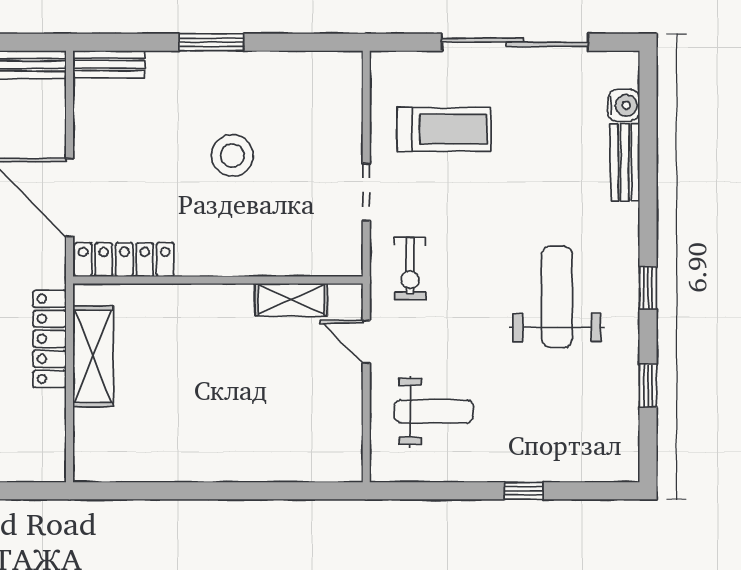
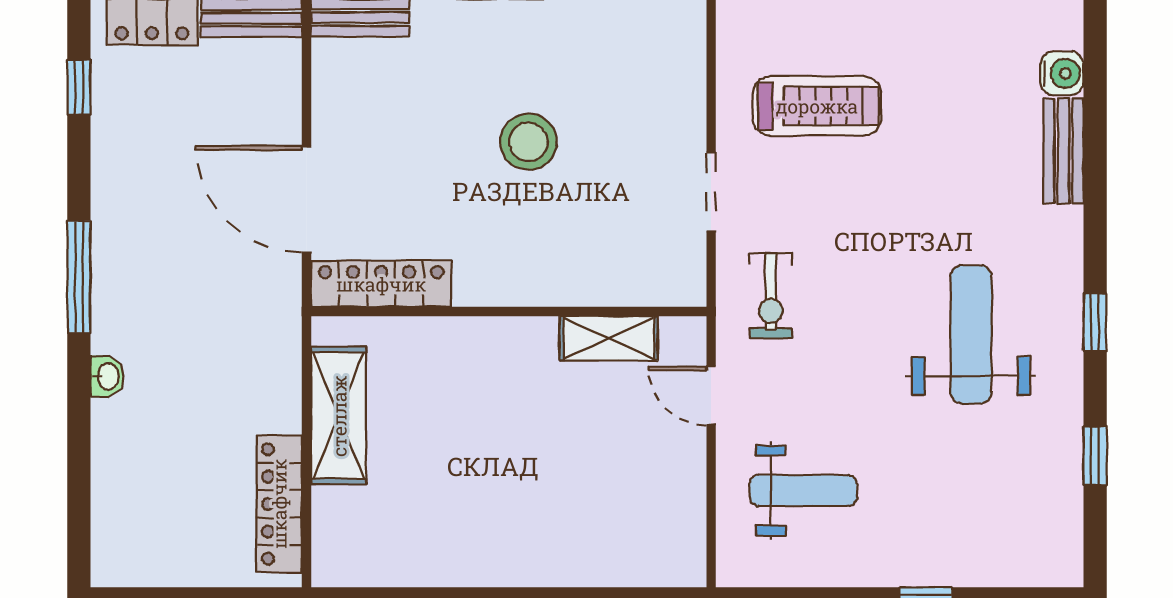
locker: (50, 339) -> (279, 504), moved

